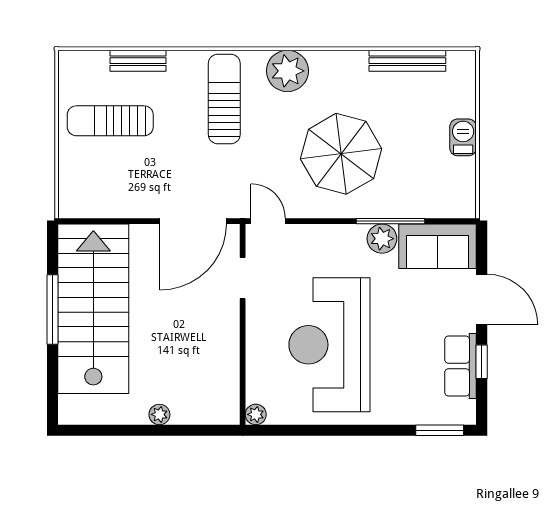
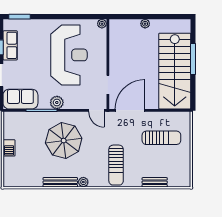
bench: (407, 61) -> (60, 182), moved
plant: (287, 71) -> (83, 182), width x0.53, depth x0.53
sun lounger: (110, 121) -> (161, 138), moved
plant: (382, 239) -> (57, 103), moved
window: (53, 310) -> (193, 59), moved

